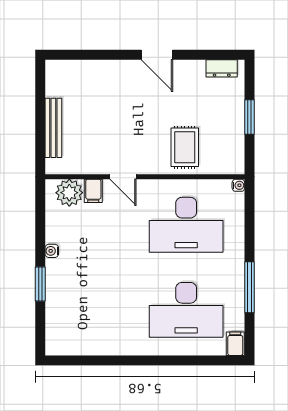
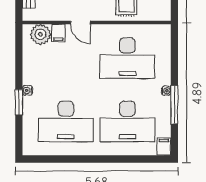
water cooler: (238, 185) -> (166, 91), moved
water cooler: (52, 251) -> (27, 90), moved
desk: (103, 310) -> (66, 121), added

